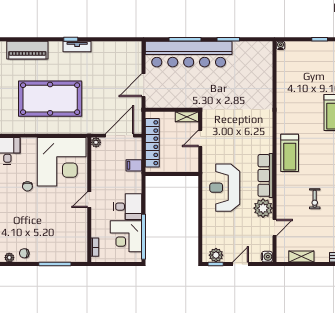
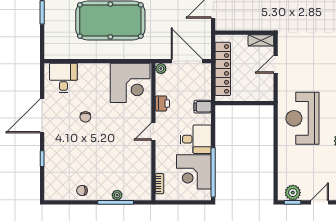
door: (120, 136) -> (187, 61), hinge flipped
corner desk: (62, 162) -> (130, 83), width x0.74, depth x0.74
filing cabinet: (134, 165) -> (203, 107), moved
printer: (97, 174) -> (162, 103), added
plant: (9, 258) -> (117, 195), moved

